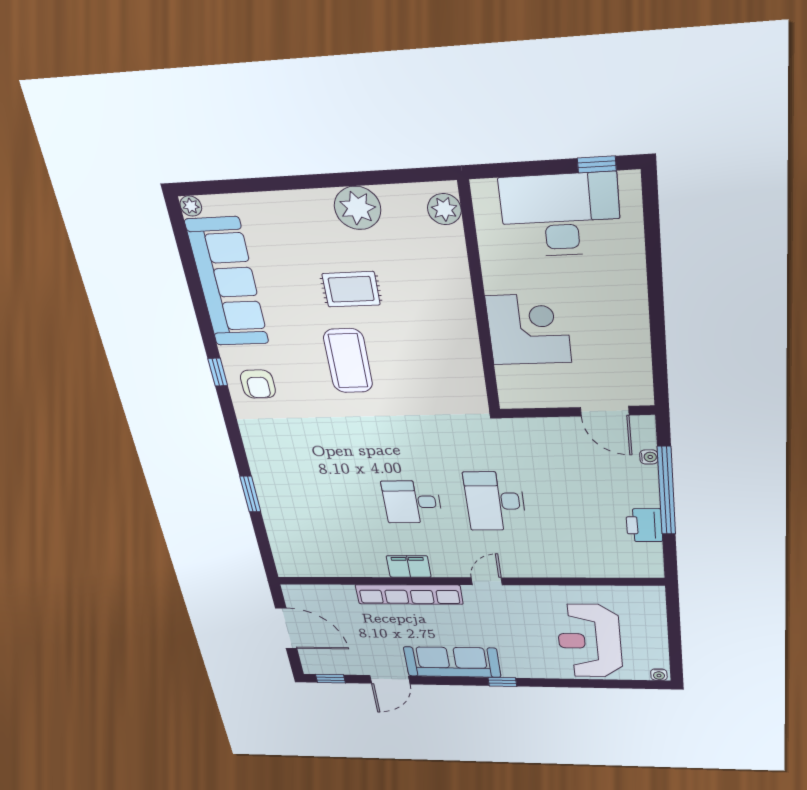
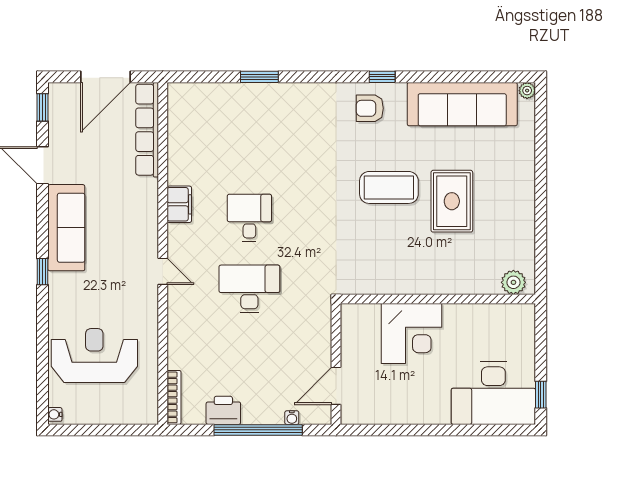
plant: (358, 208) -> (518, 218), removed
desk: (560, 215) -> (493, 393), moved, turned 90
rug: (351, 289) -> (452, 201), width x1.36, depth x1.43
bookcase: (632, 571) -> (174, 397), added
row of seats: (409, 595) -> (147, 130), moved

